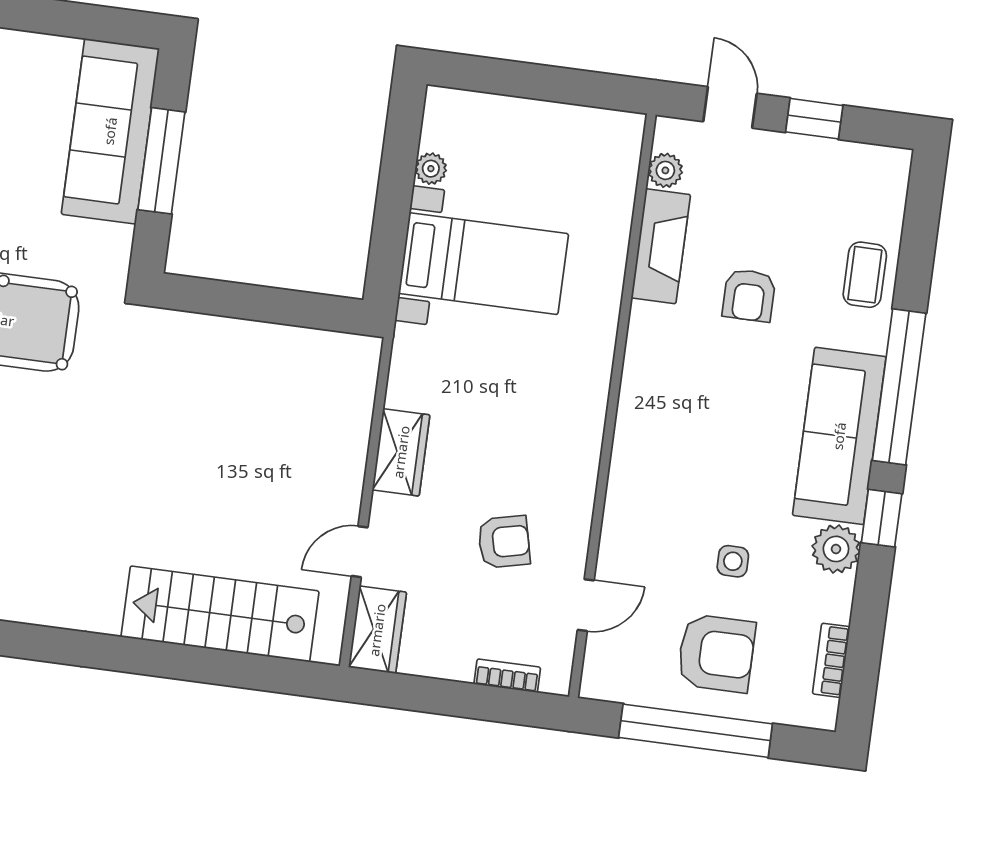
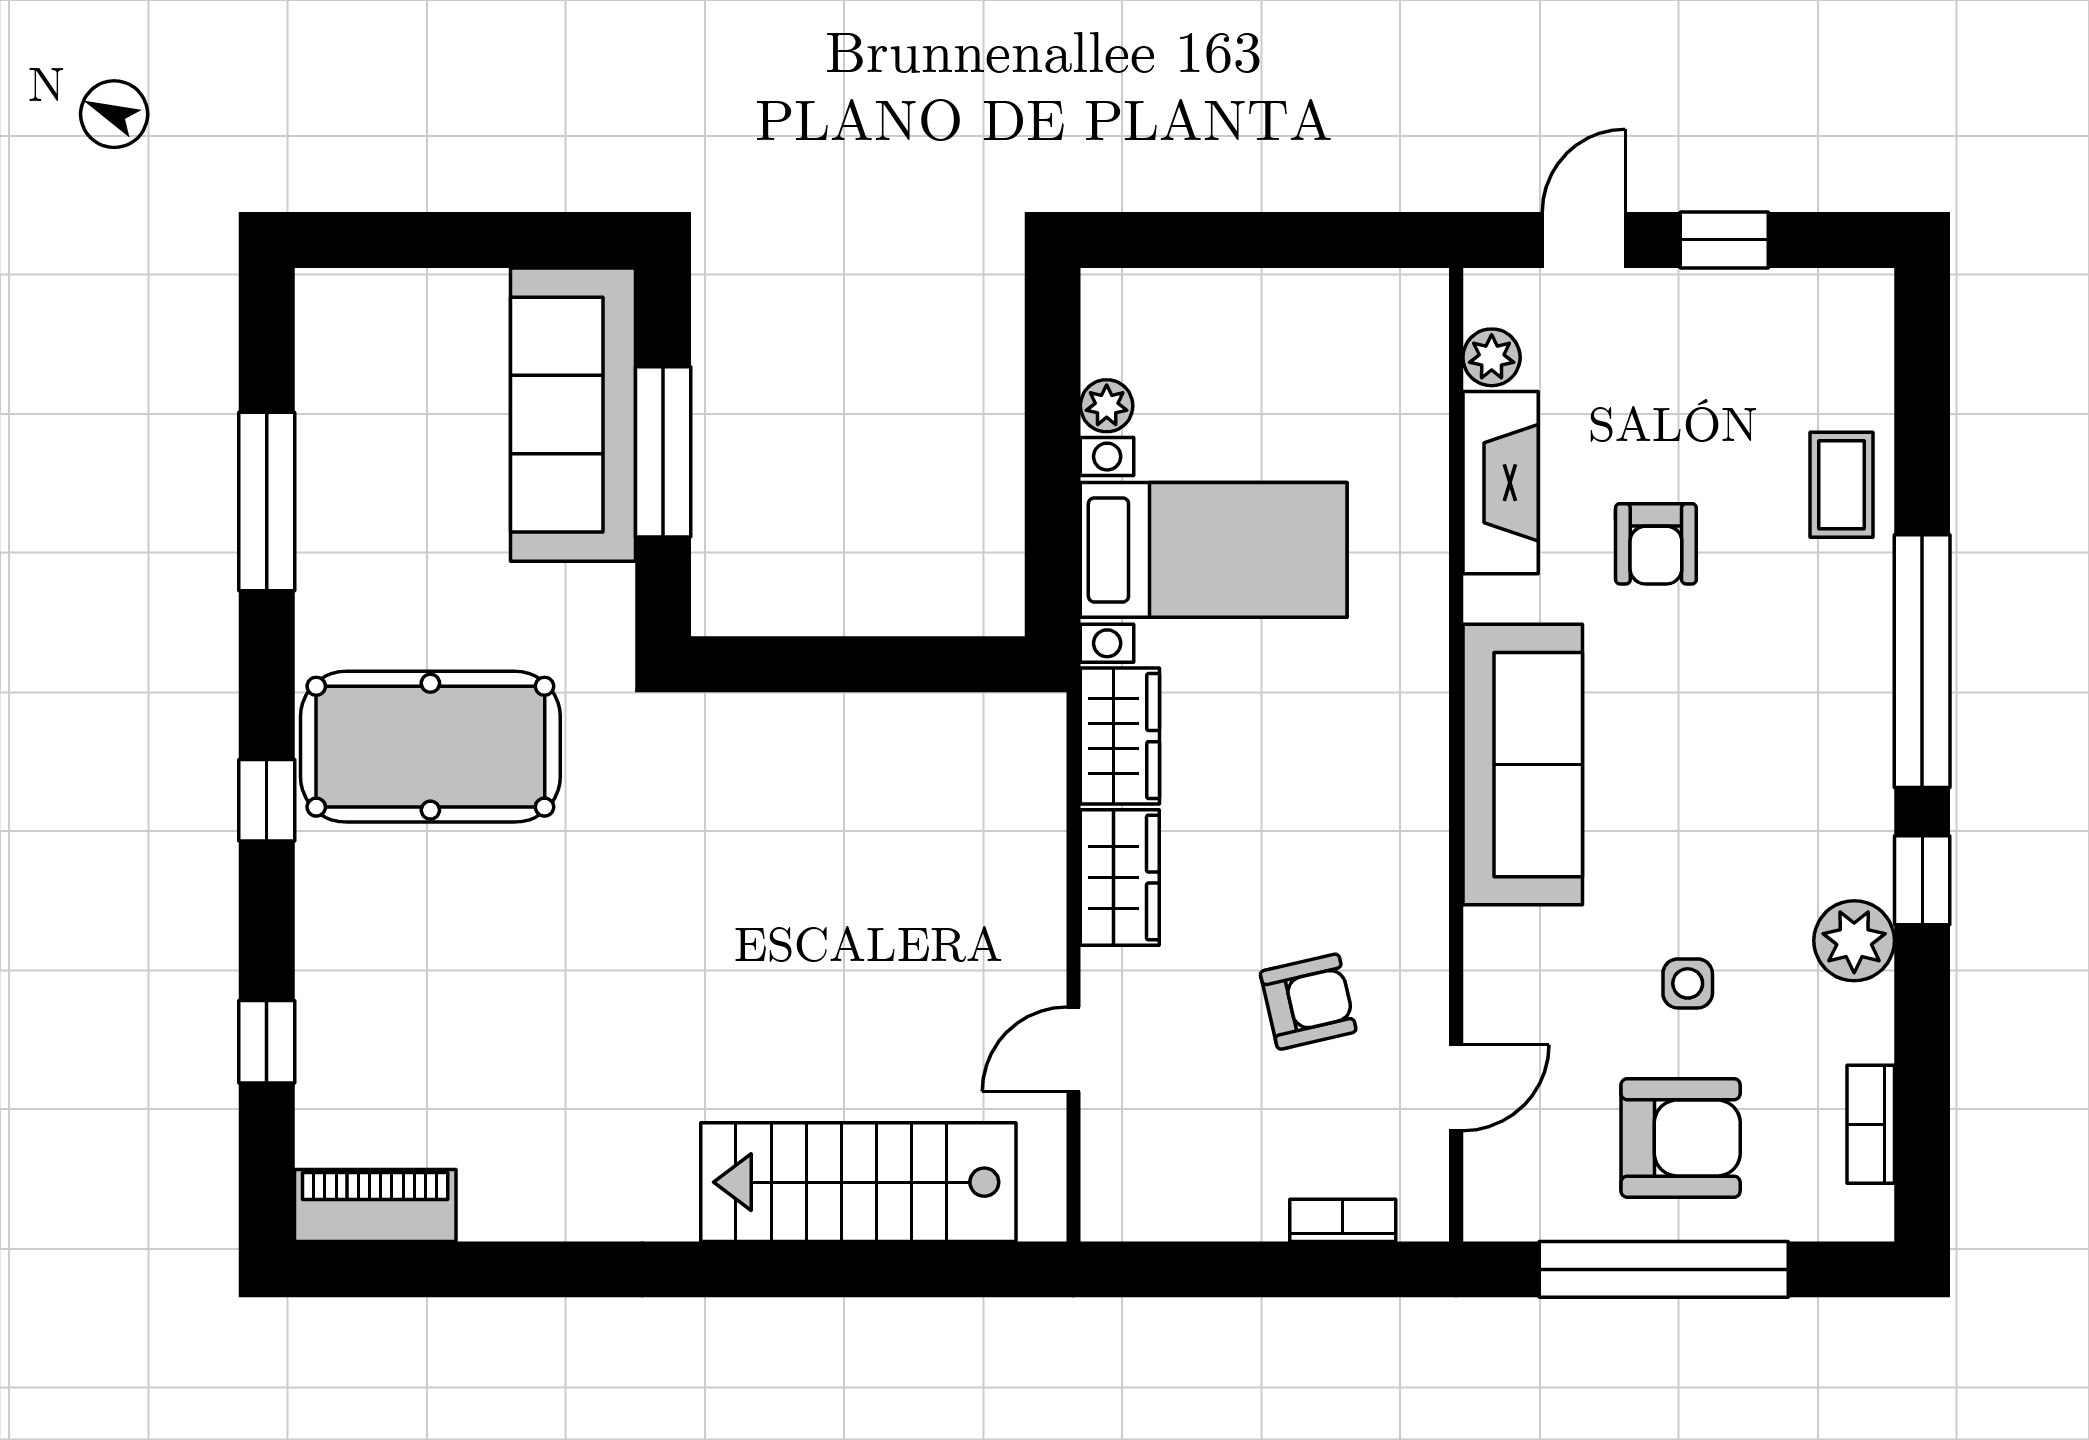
door: (730, 107) -> (1584, 240), hinge flipped
sofa: (839, 436) -> (1523, 765), moved, turned 180
wardrobe: (377, 630) -> (1120, 736), moved

